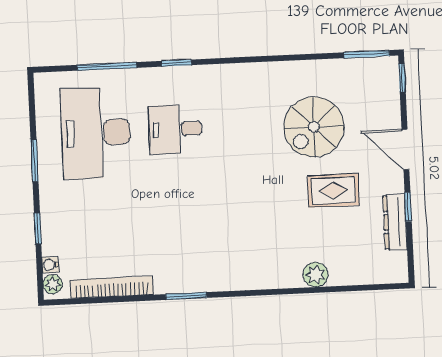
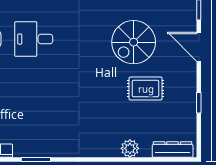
door: (405, 149) -> (199, 47), moved
dresser: (395, 222) -> (173, 149), moved, turned 90

